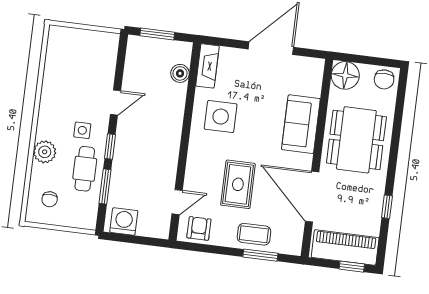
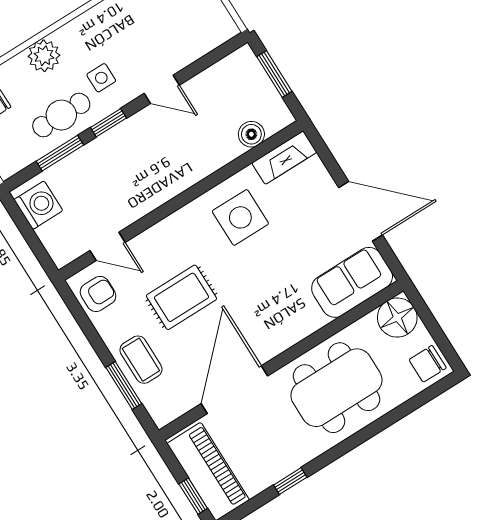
sofa: (301, 124) -> (352, 282), moved

